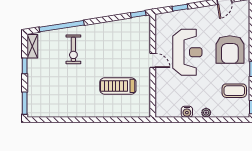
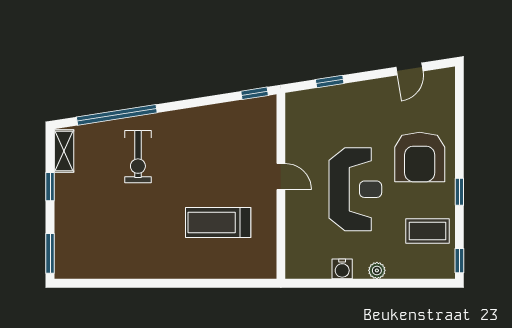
reception desk: (187, 52) -> (355, 189), moved

